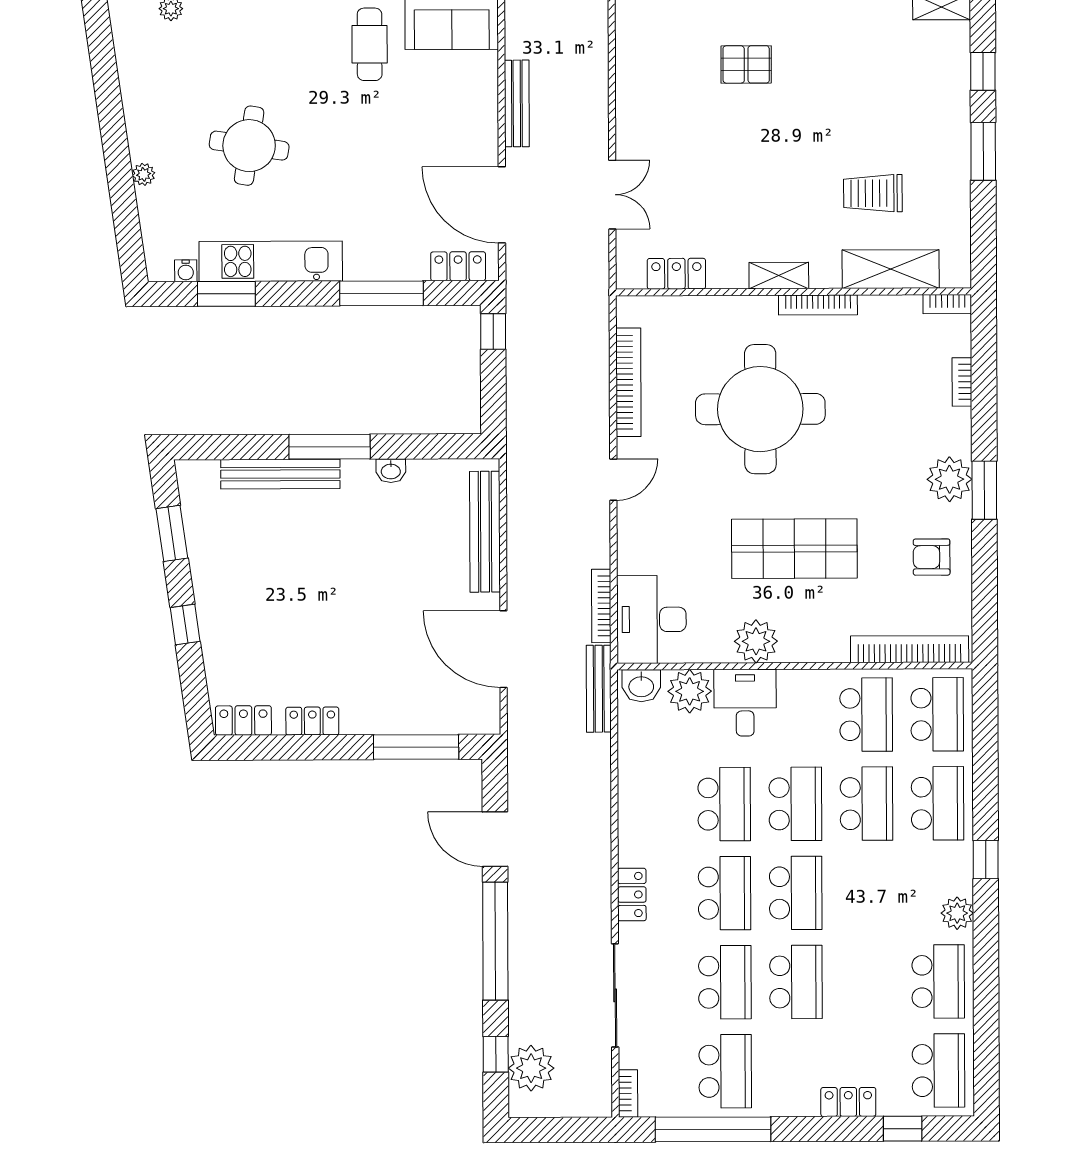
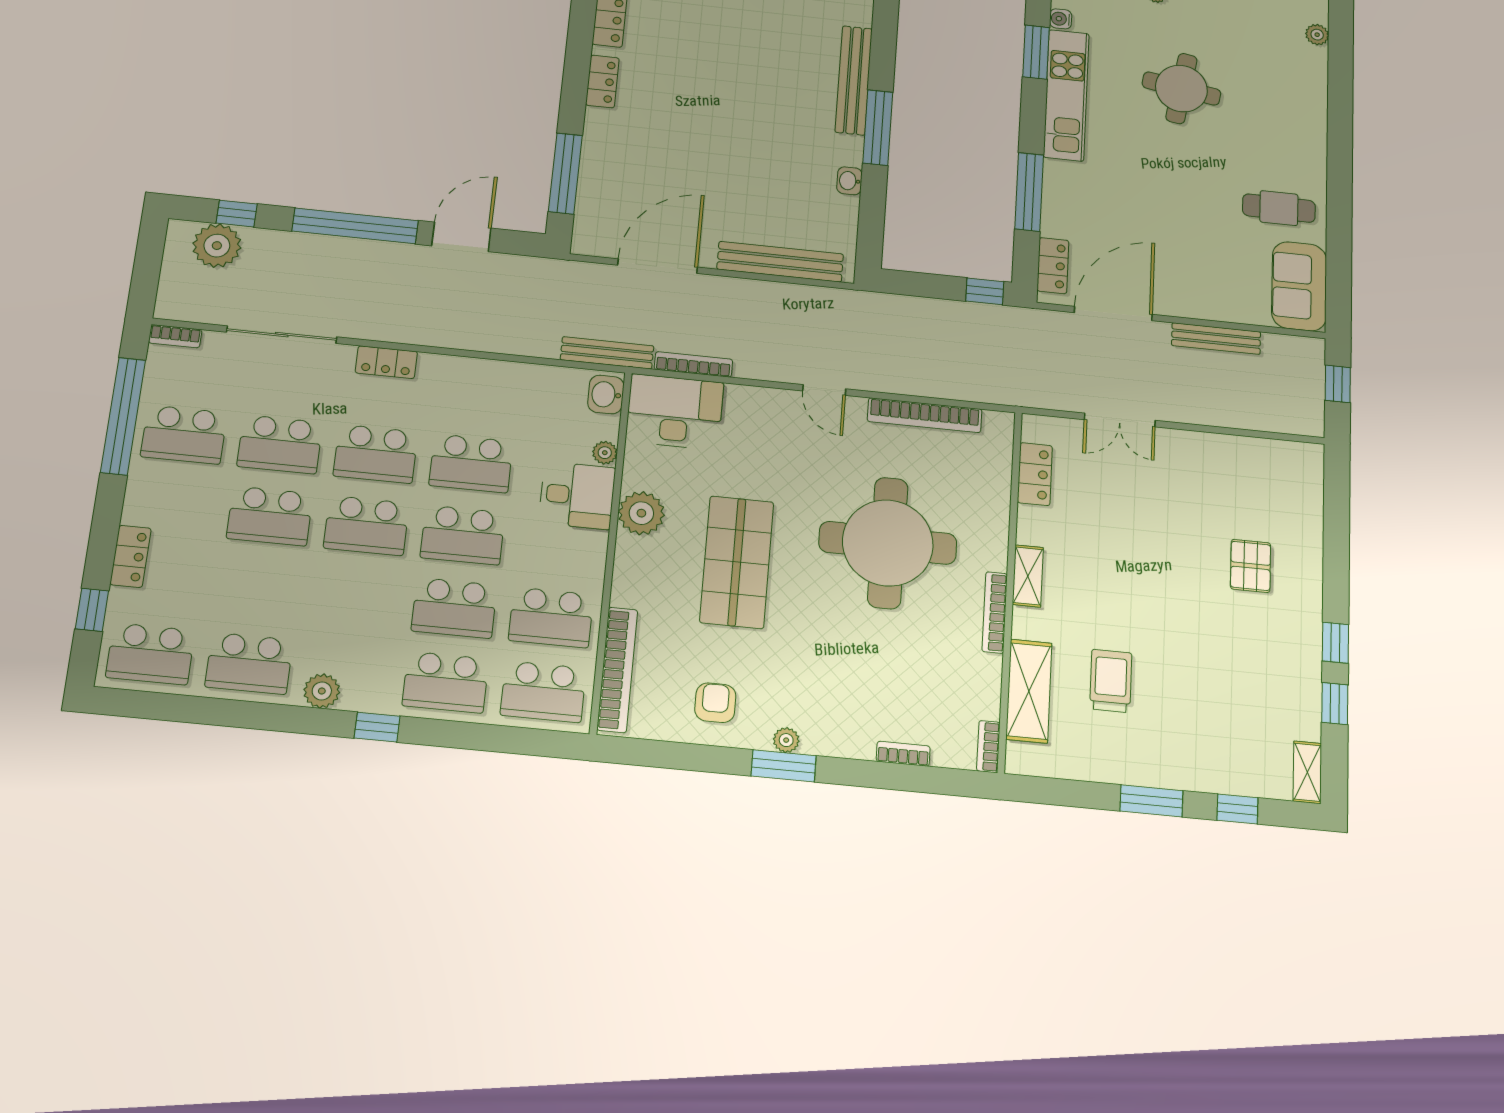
plant: (949, 479) -> (786, 740), width x0.53, depth x0.53
plant: (690, 691) -> (605, 453), width x0.53, depth x0.53

